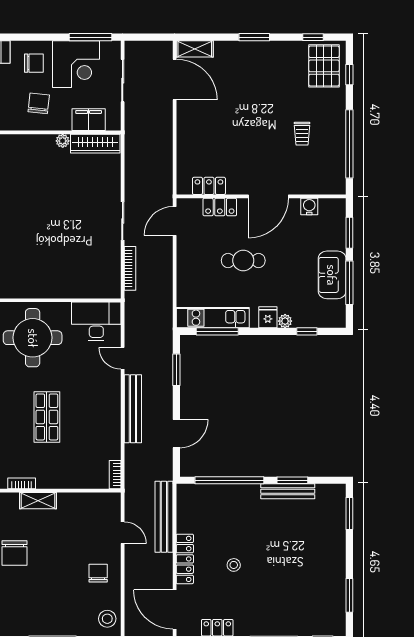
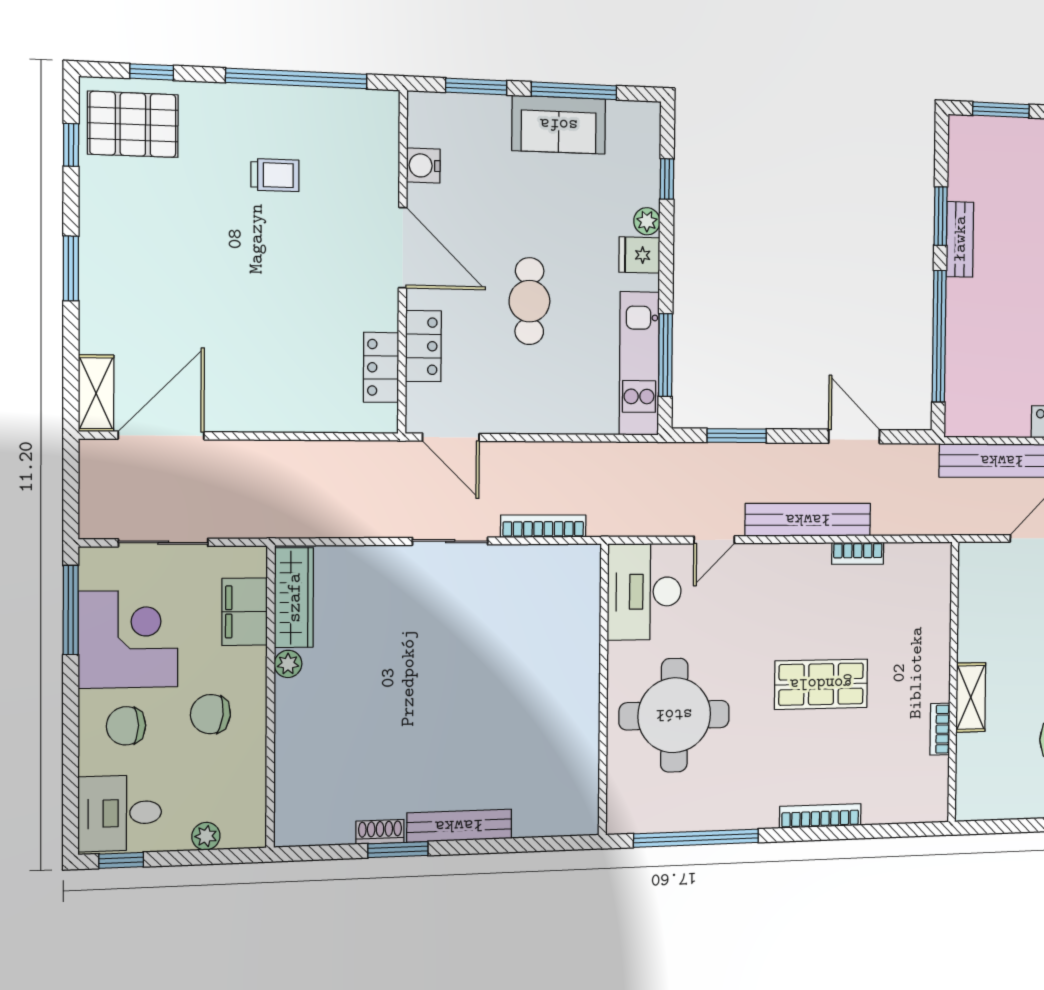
chair: (34, 63) -> (126, 726), turned -90
bookcase: (115, 475) -> (858, 553), moved
bench: (288, 491) -> (960, 239), width x0.73

